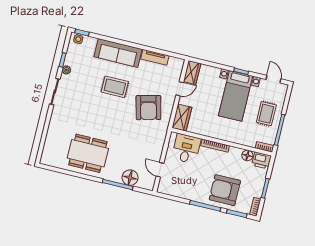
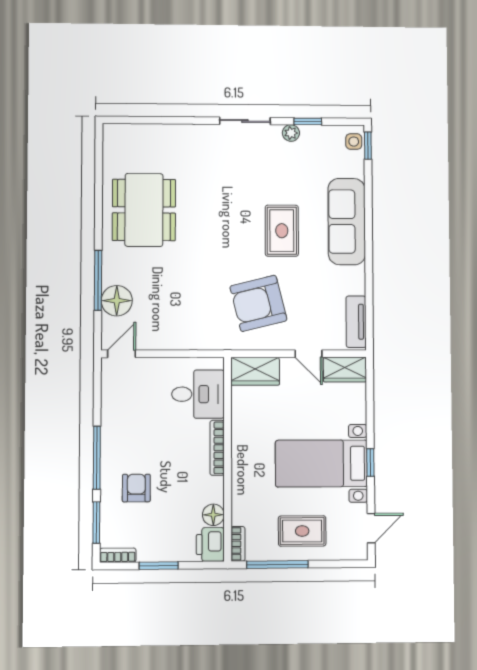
tv unit: (155, 57) -> (356, 322), moved
door: (160, 170) -> (122, 354), moved
armchair: (225, 190) -> (136, 488), width x0.53, depth x0.53

